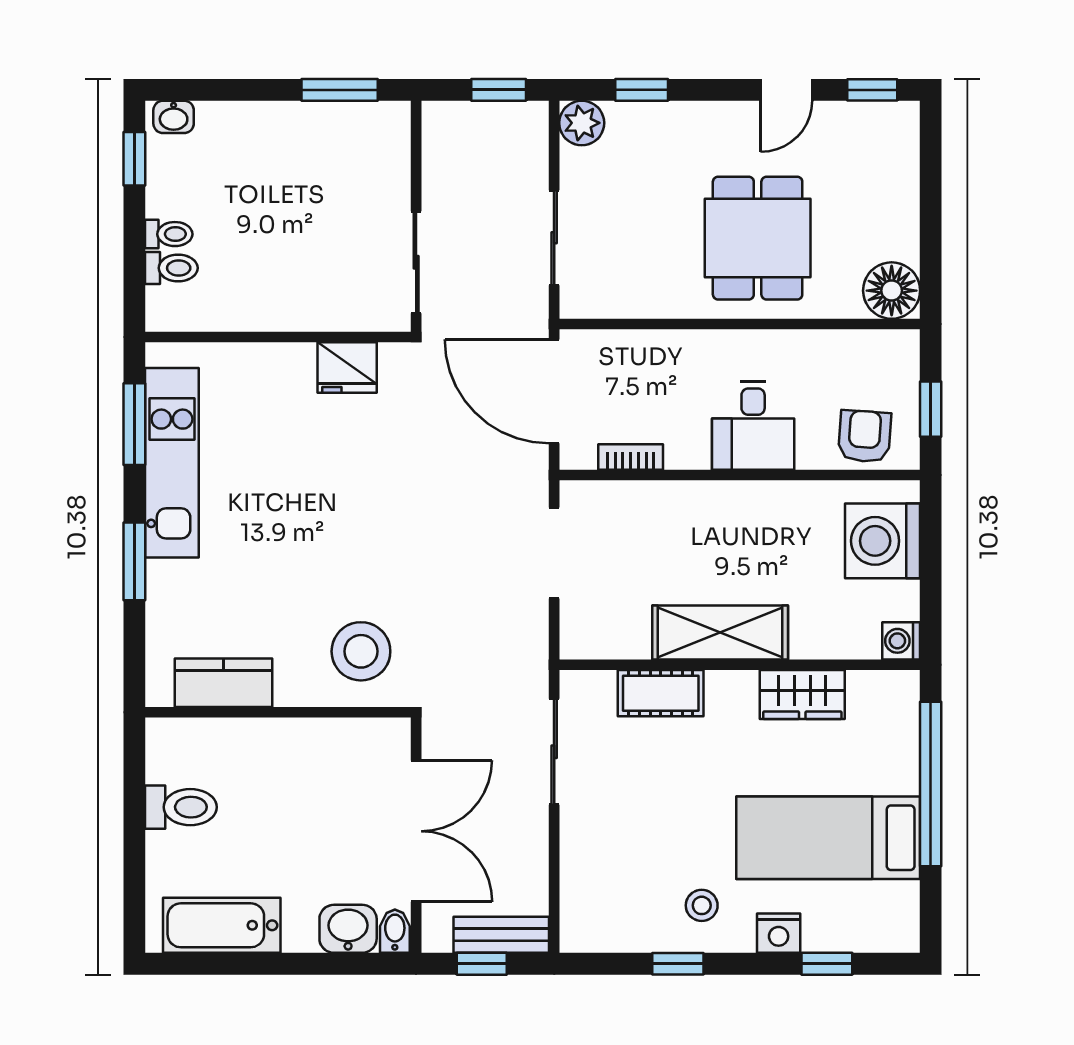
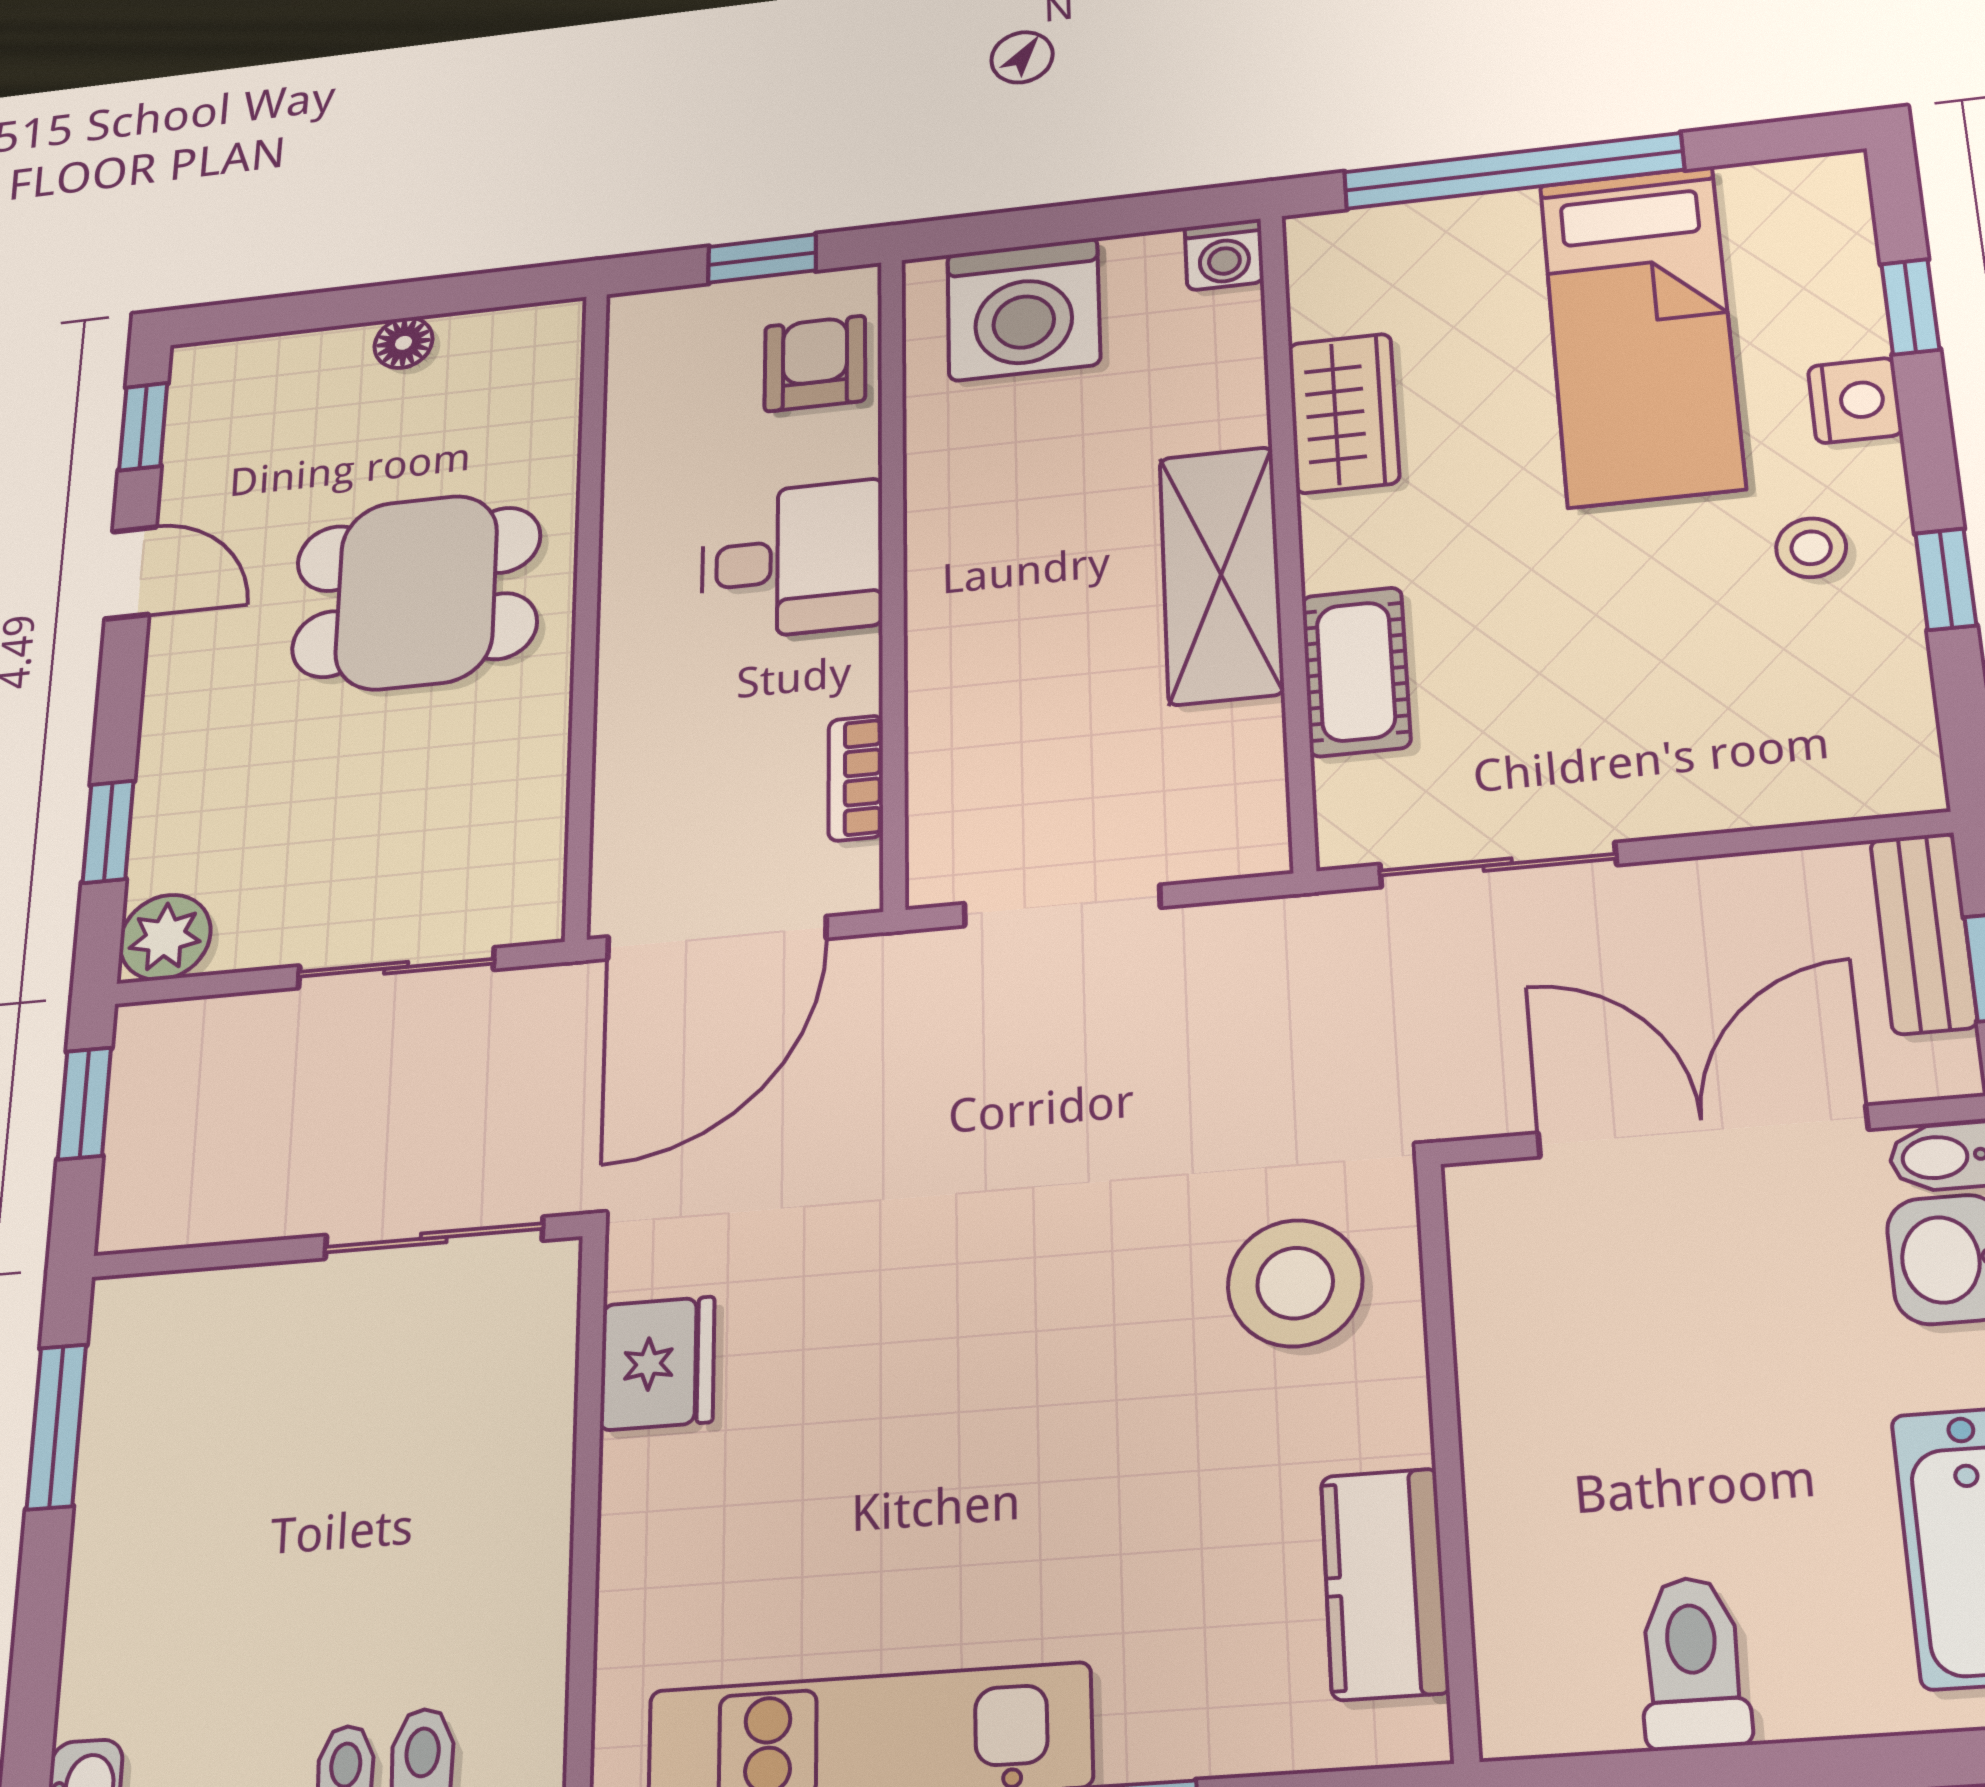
floor lamp: (892, 291) -> (403, 343), moved, width x0.53, depth x0.53
armchair: (865, 436) -> (815, 363), turned 86

